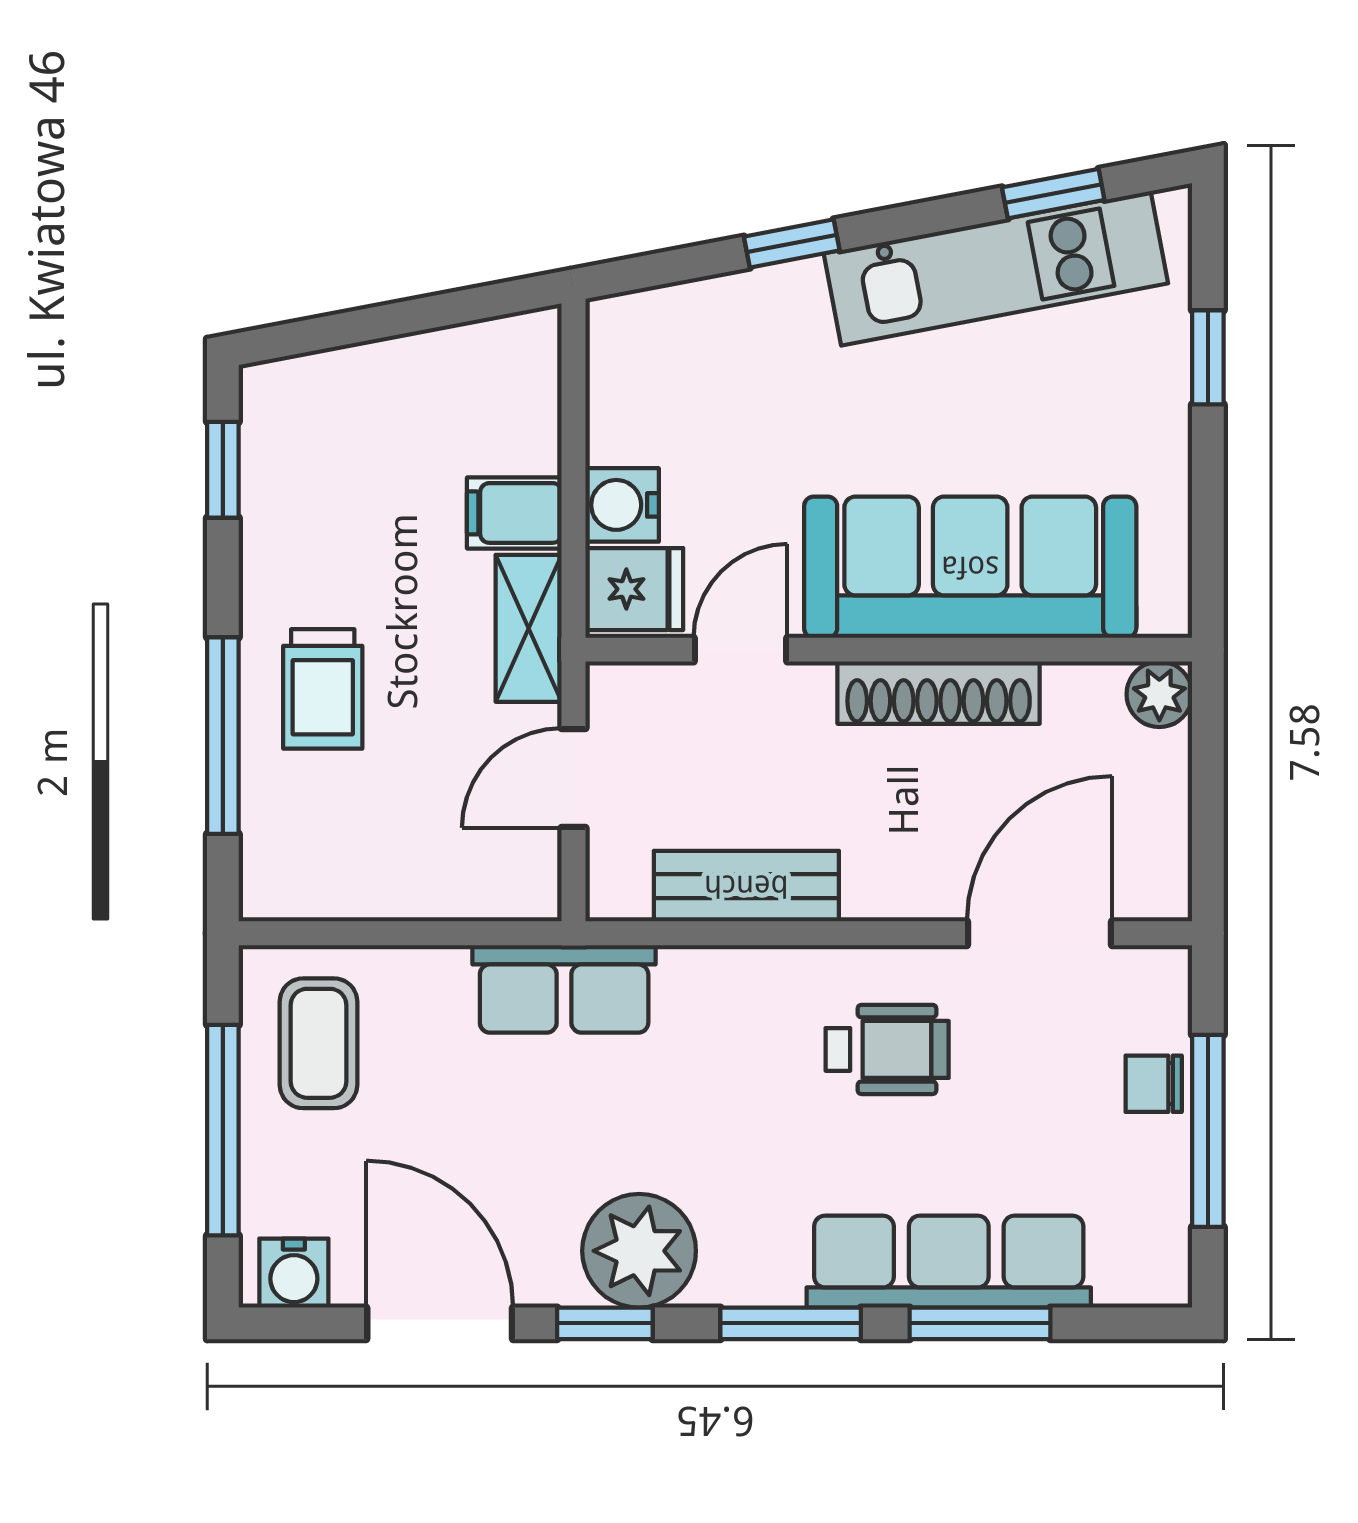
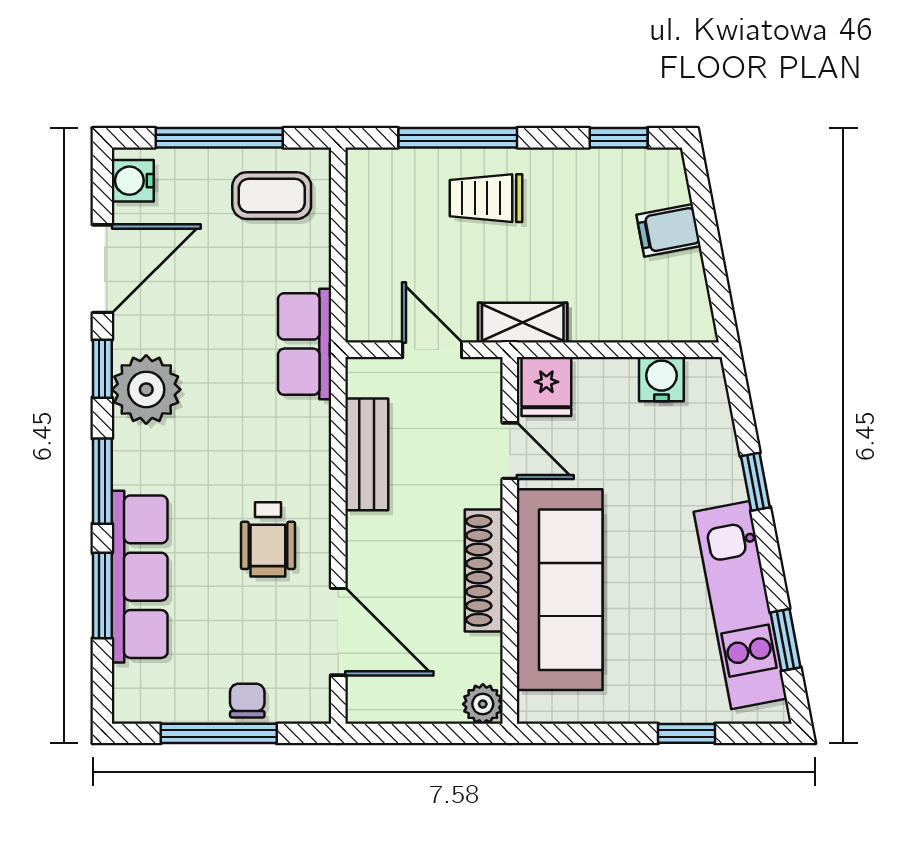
water cooler: (622, 505) -> (661, 379), moved
filing cabinet: (514, 513) -> (669, 230), moved, turned -101

